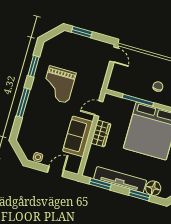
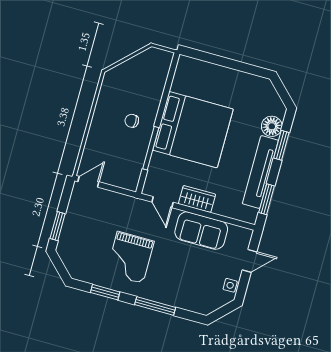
grand piano: (59, 85) -> (130, 257), turned 90
door: (56, 171) -> (250, 261), swing flipped

